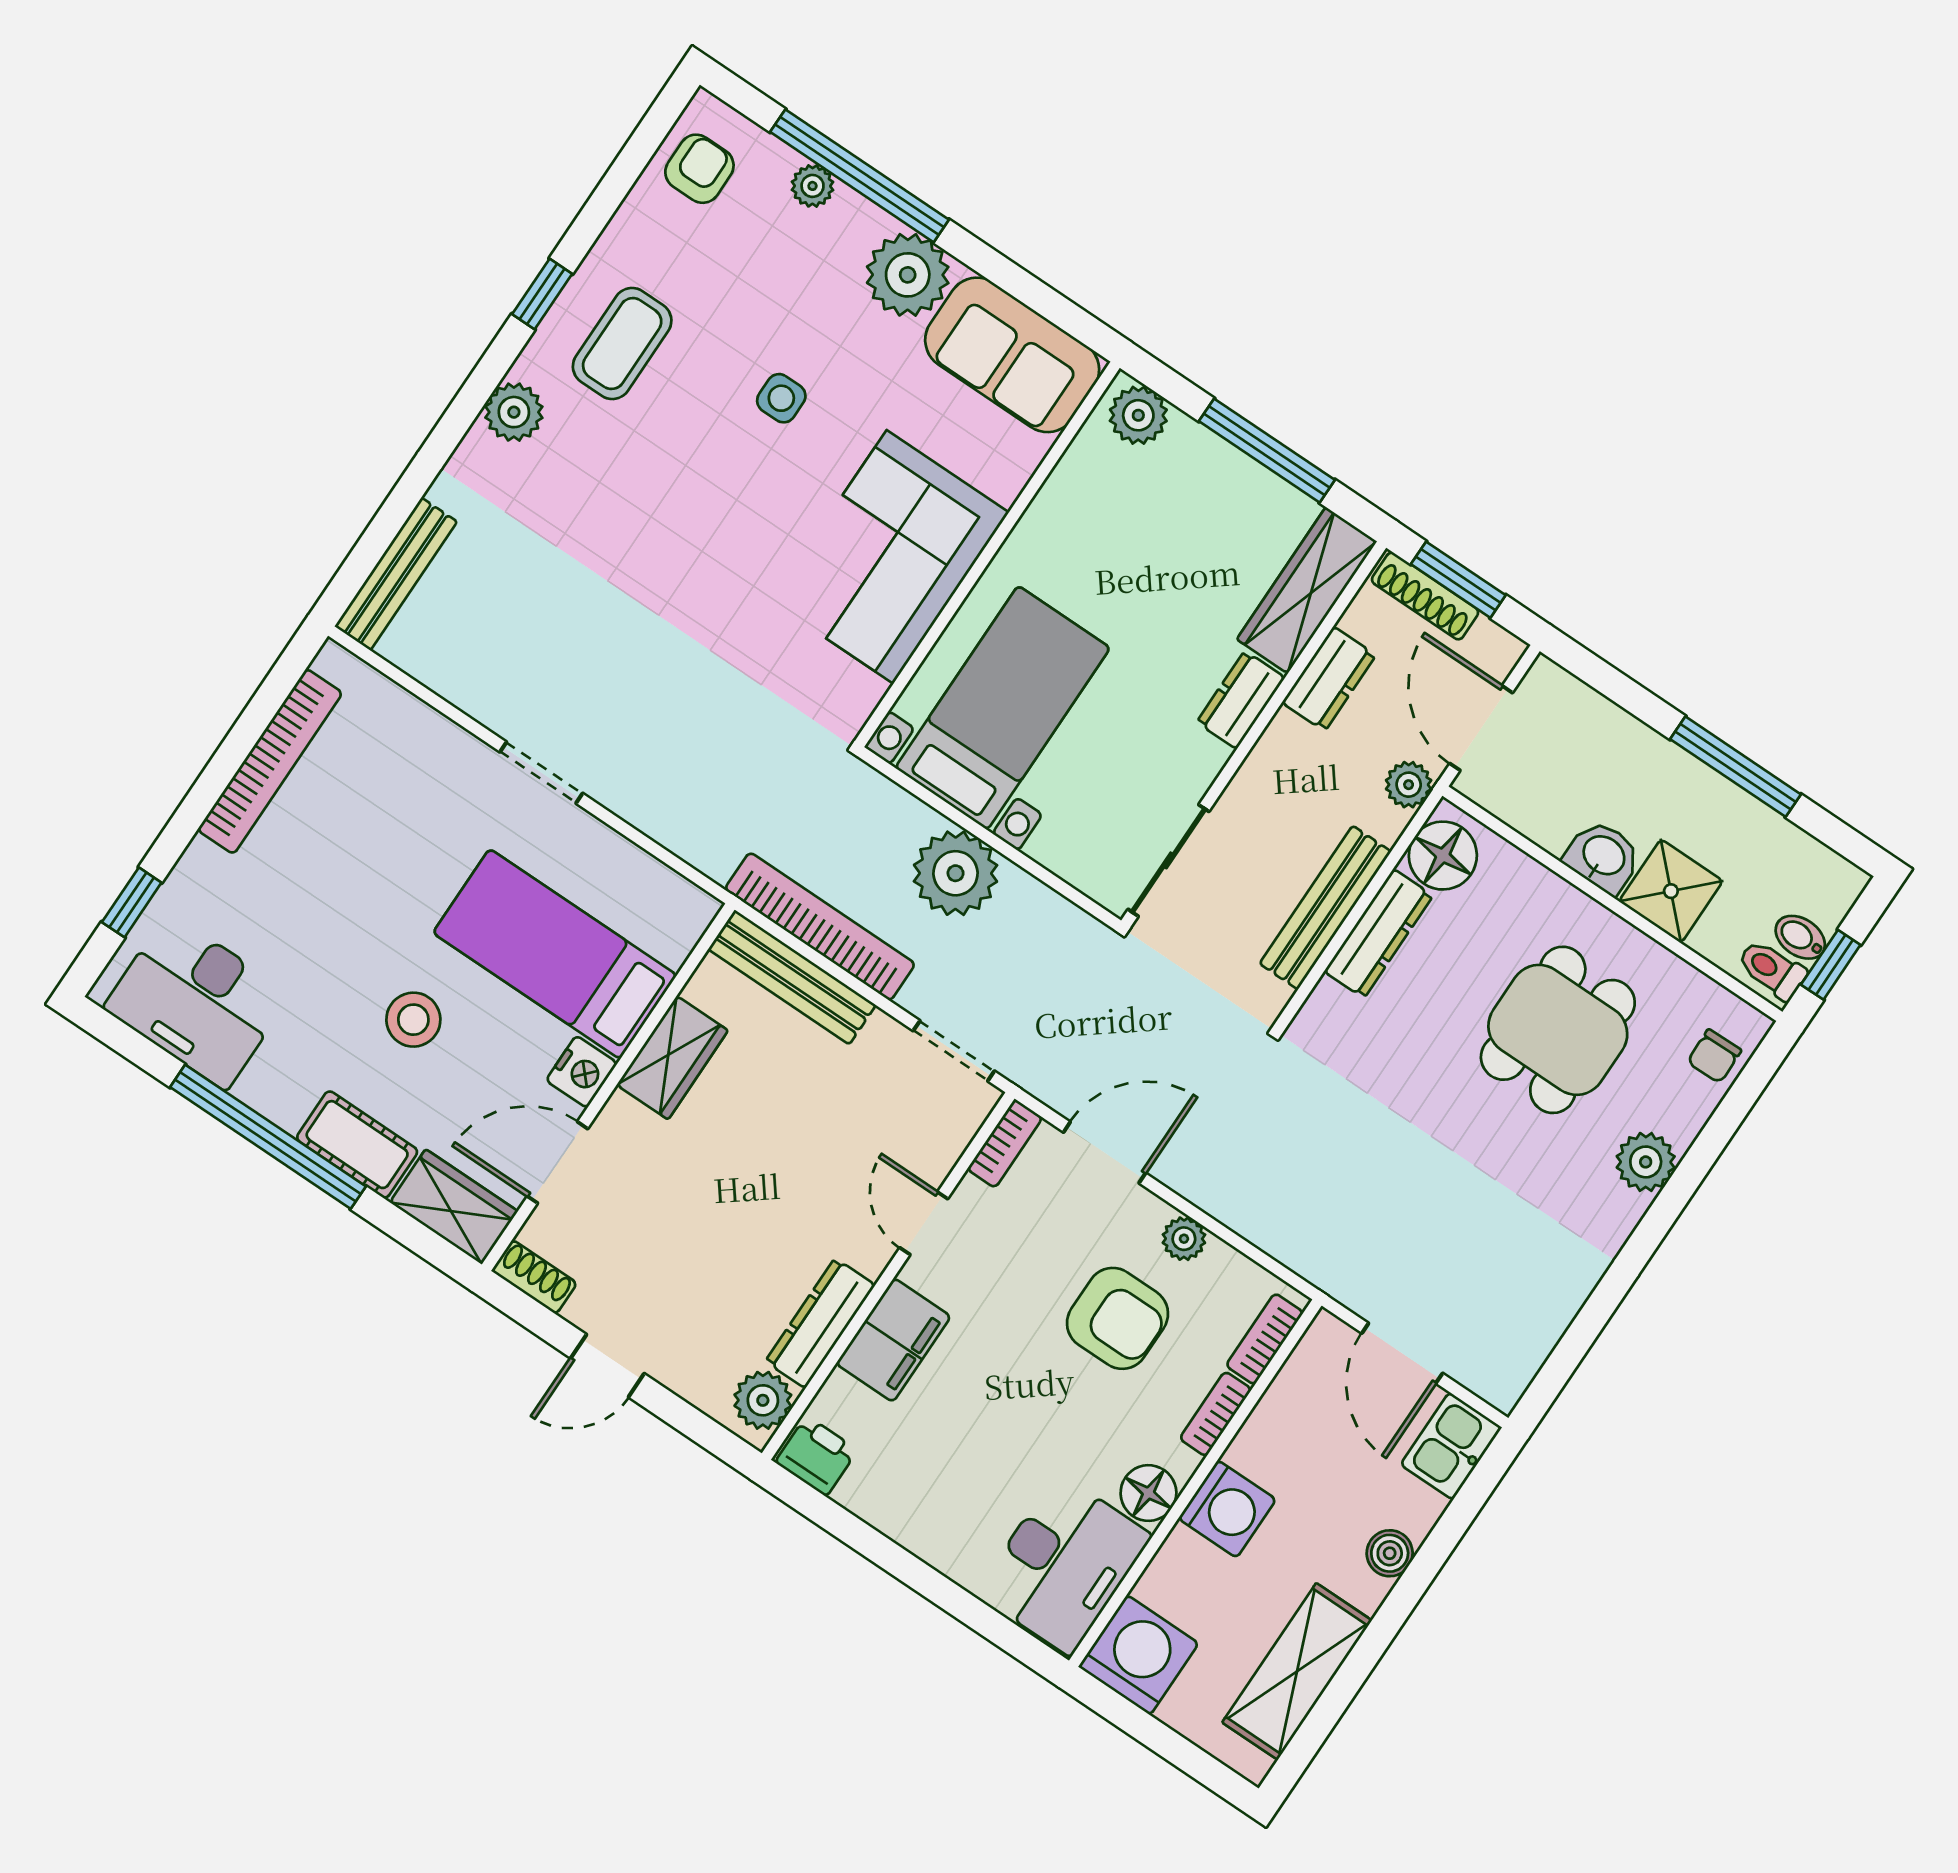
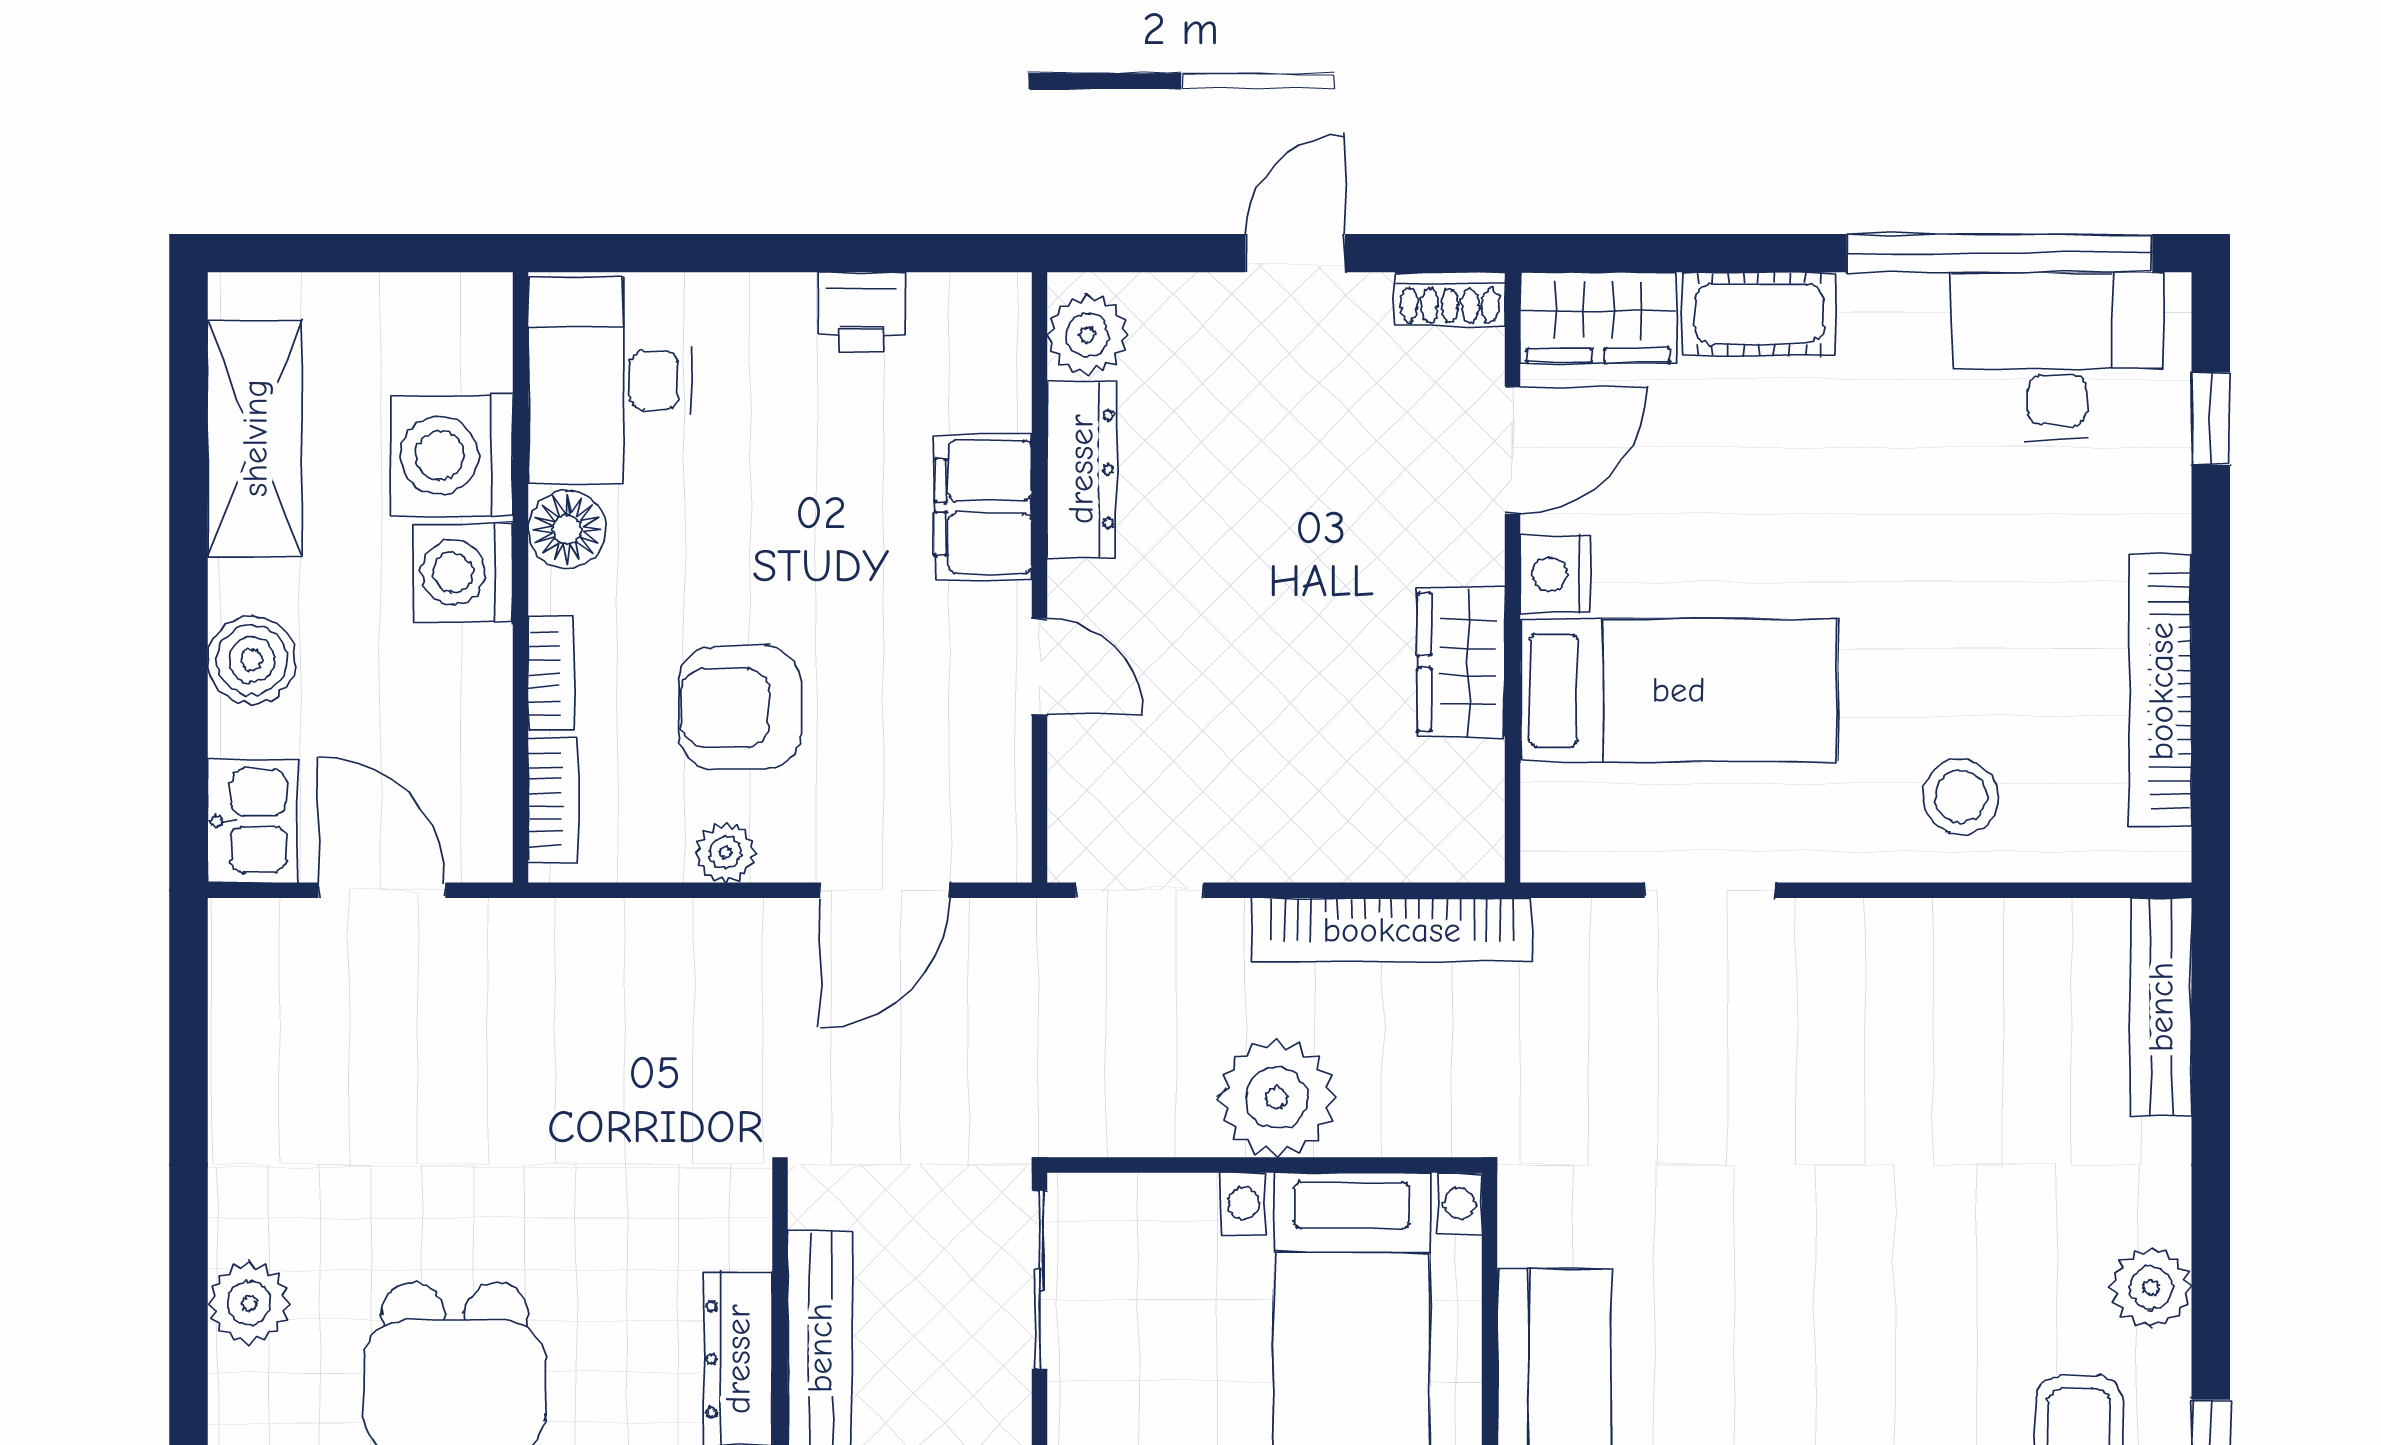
doorway: (541, 773) -> (1710, 890), moved
bench: (792, 977) -> (1385, 849), removed
stool: (413, 1020) -> (1961, 797), moved
window: (268, 1137) -> (2000, 253), moved
bookcase: (1005, 1143) -> (1008, 823), removed
printer: (816, 1456) -> (861, 312), moved
boiler: (1390, 1553) -> (251, 660), width x1.36, depth x1.36
washing machine: (1138, 1655) -> (452, 456), moved, turned 90

